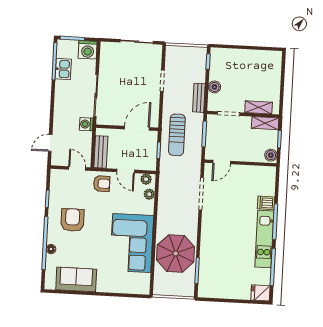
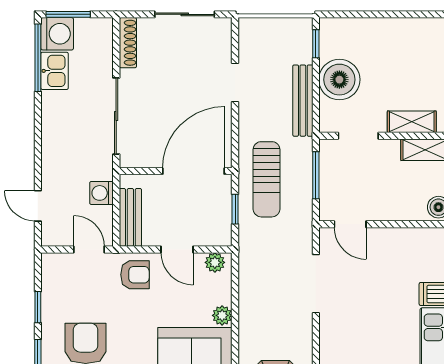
washing machine: (88, 50) -> (57, 34), moved, turned -90
shoe rack: (104, 56) -> (128, 43), added
boiler: (214, 87) -> (339, 80), width x1.86, depth x1.86
bench: (199, 98) -> (303, 101), width x1.36
washing machine: (86, 124) -> (101, 193), moved
door: (137, 128) -> (194, 171), width x1.36
door: (50, 143) -> (38, 206), hinge flipped
door: (222, 162) -> (350, 224), hinge flipped
plant: (149, 194) -> (222, 315), moved

